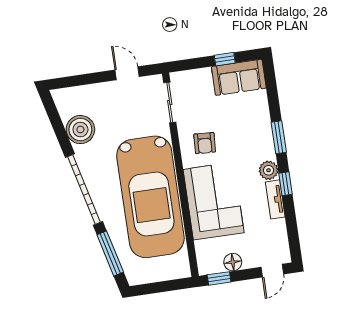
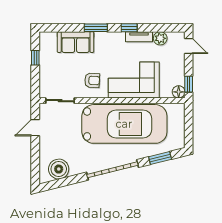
sofa: (239, 77) -> (76, 42), moved, turned 90
boiler: (80, 130) -> (59, 169), moved
plant: (269, 170) -> (160, 38), moved
window: (110, 253) -> (160, 158), width x0.69
floor lamp: (233, 262) -> (179, 92), moved

